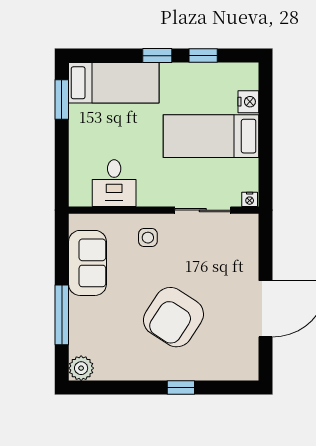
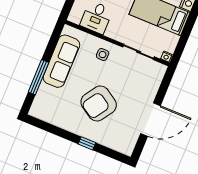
sofa: (87, 263) -> (61, 61), width x1.36
plant: (81, 368) -> (37, 111), removed

